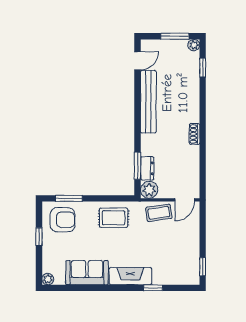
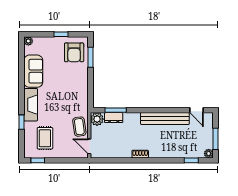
rug: (114, 218) -> (45, 138), moved

